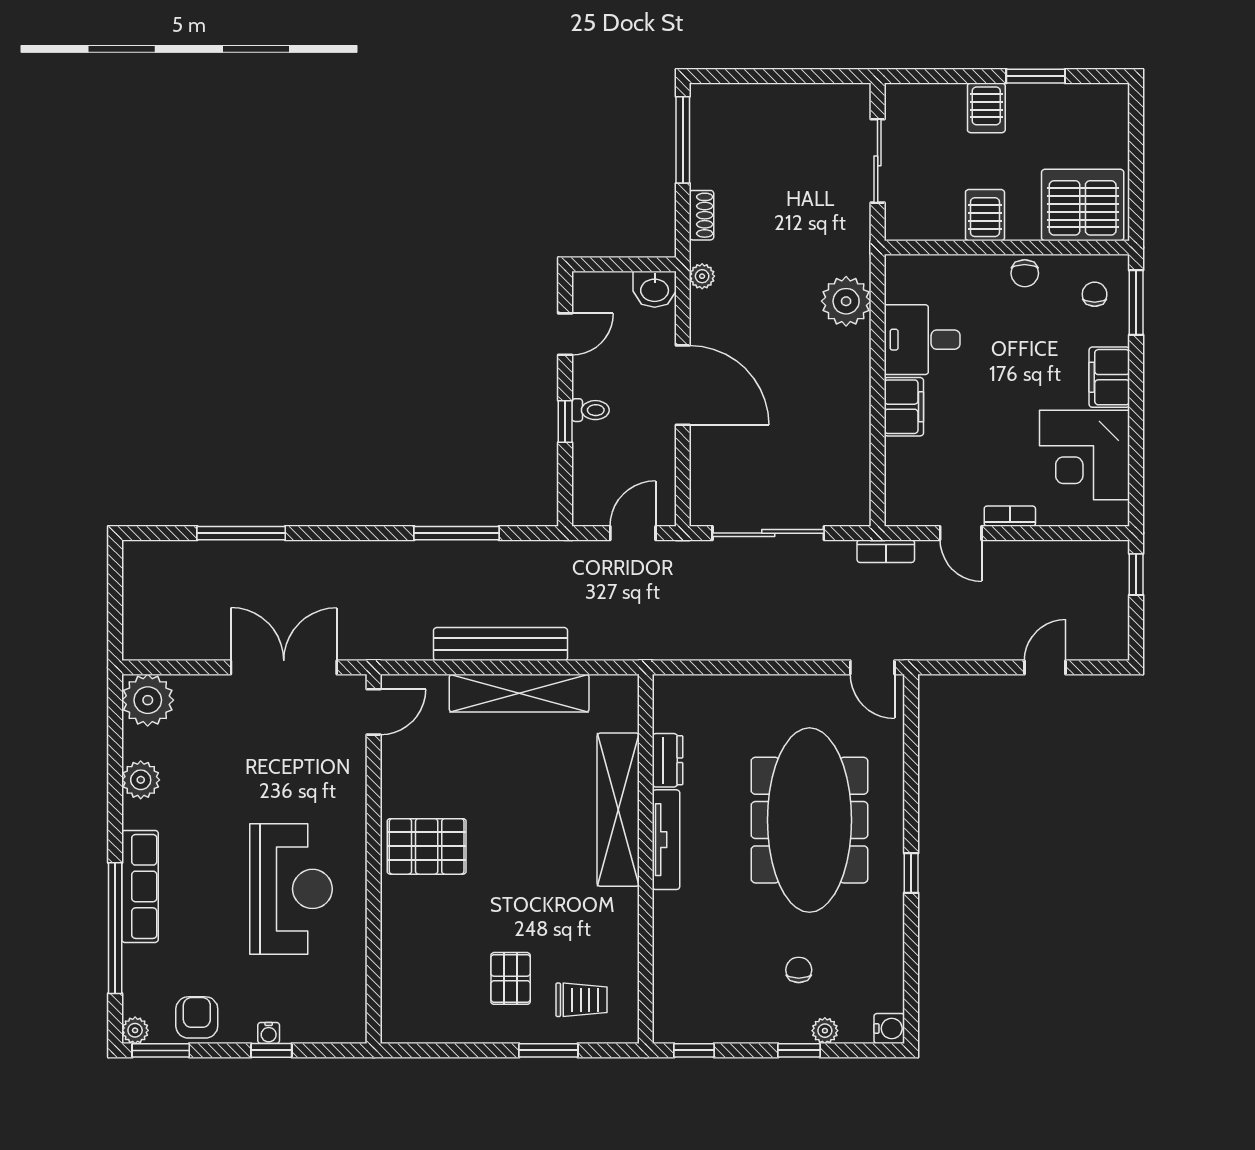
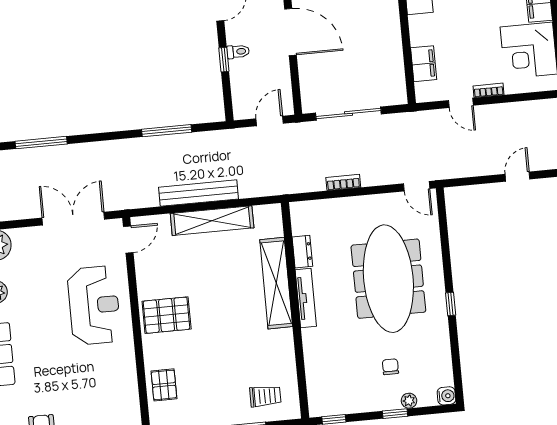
filing cabinet: (904, 407) -> (424, 64), moved
bookcase: (886, 551) -> (343, 182), moved, turned 180
reception desk: (291, 889) -> (94, 305), moved
pallet: (511, 978) -> (164, 385), moved

